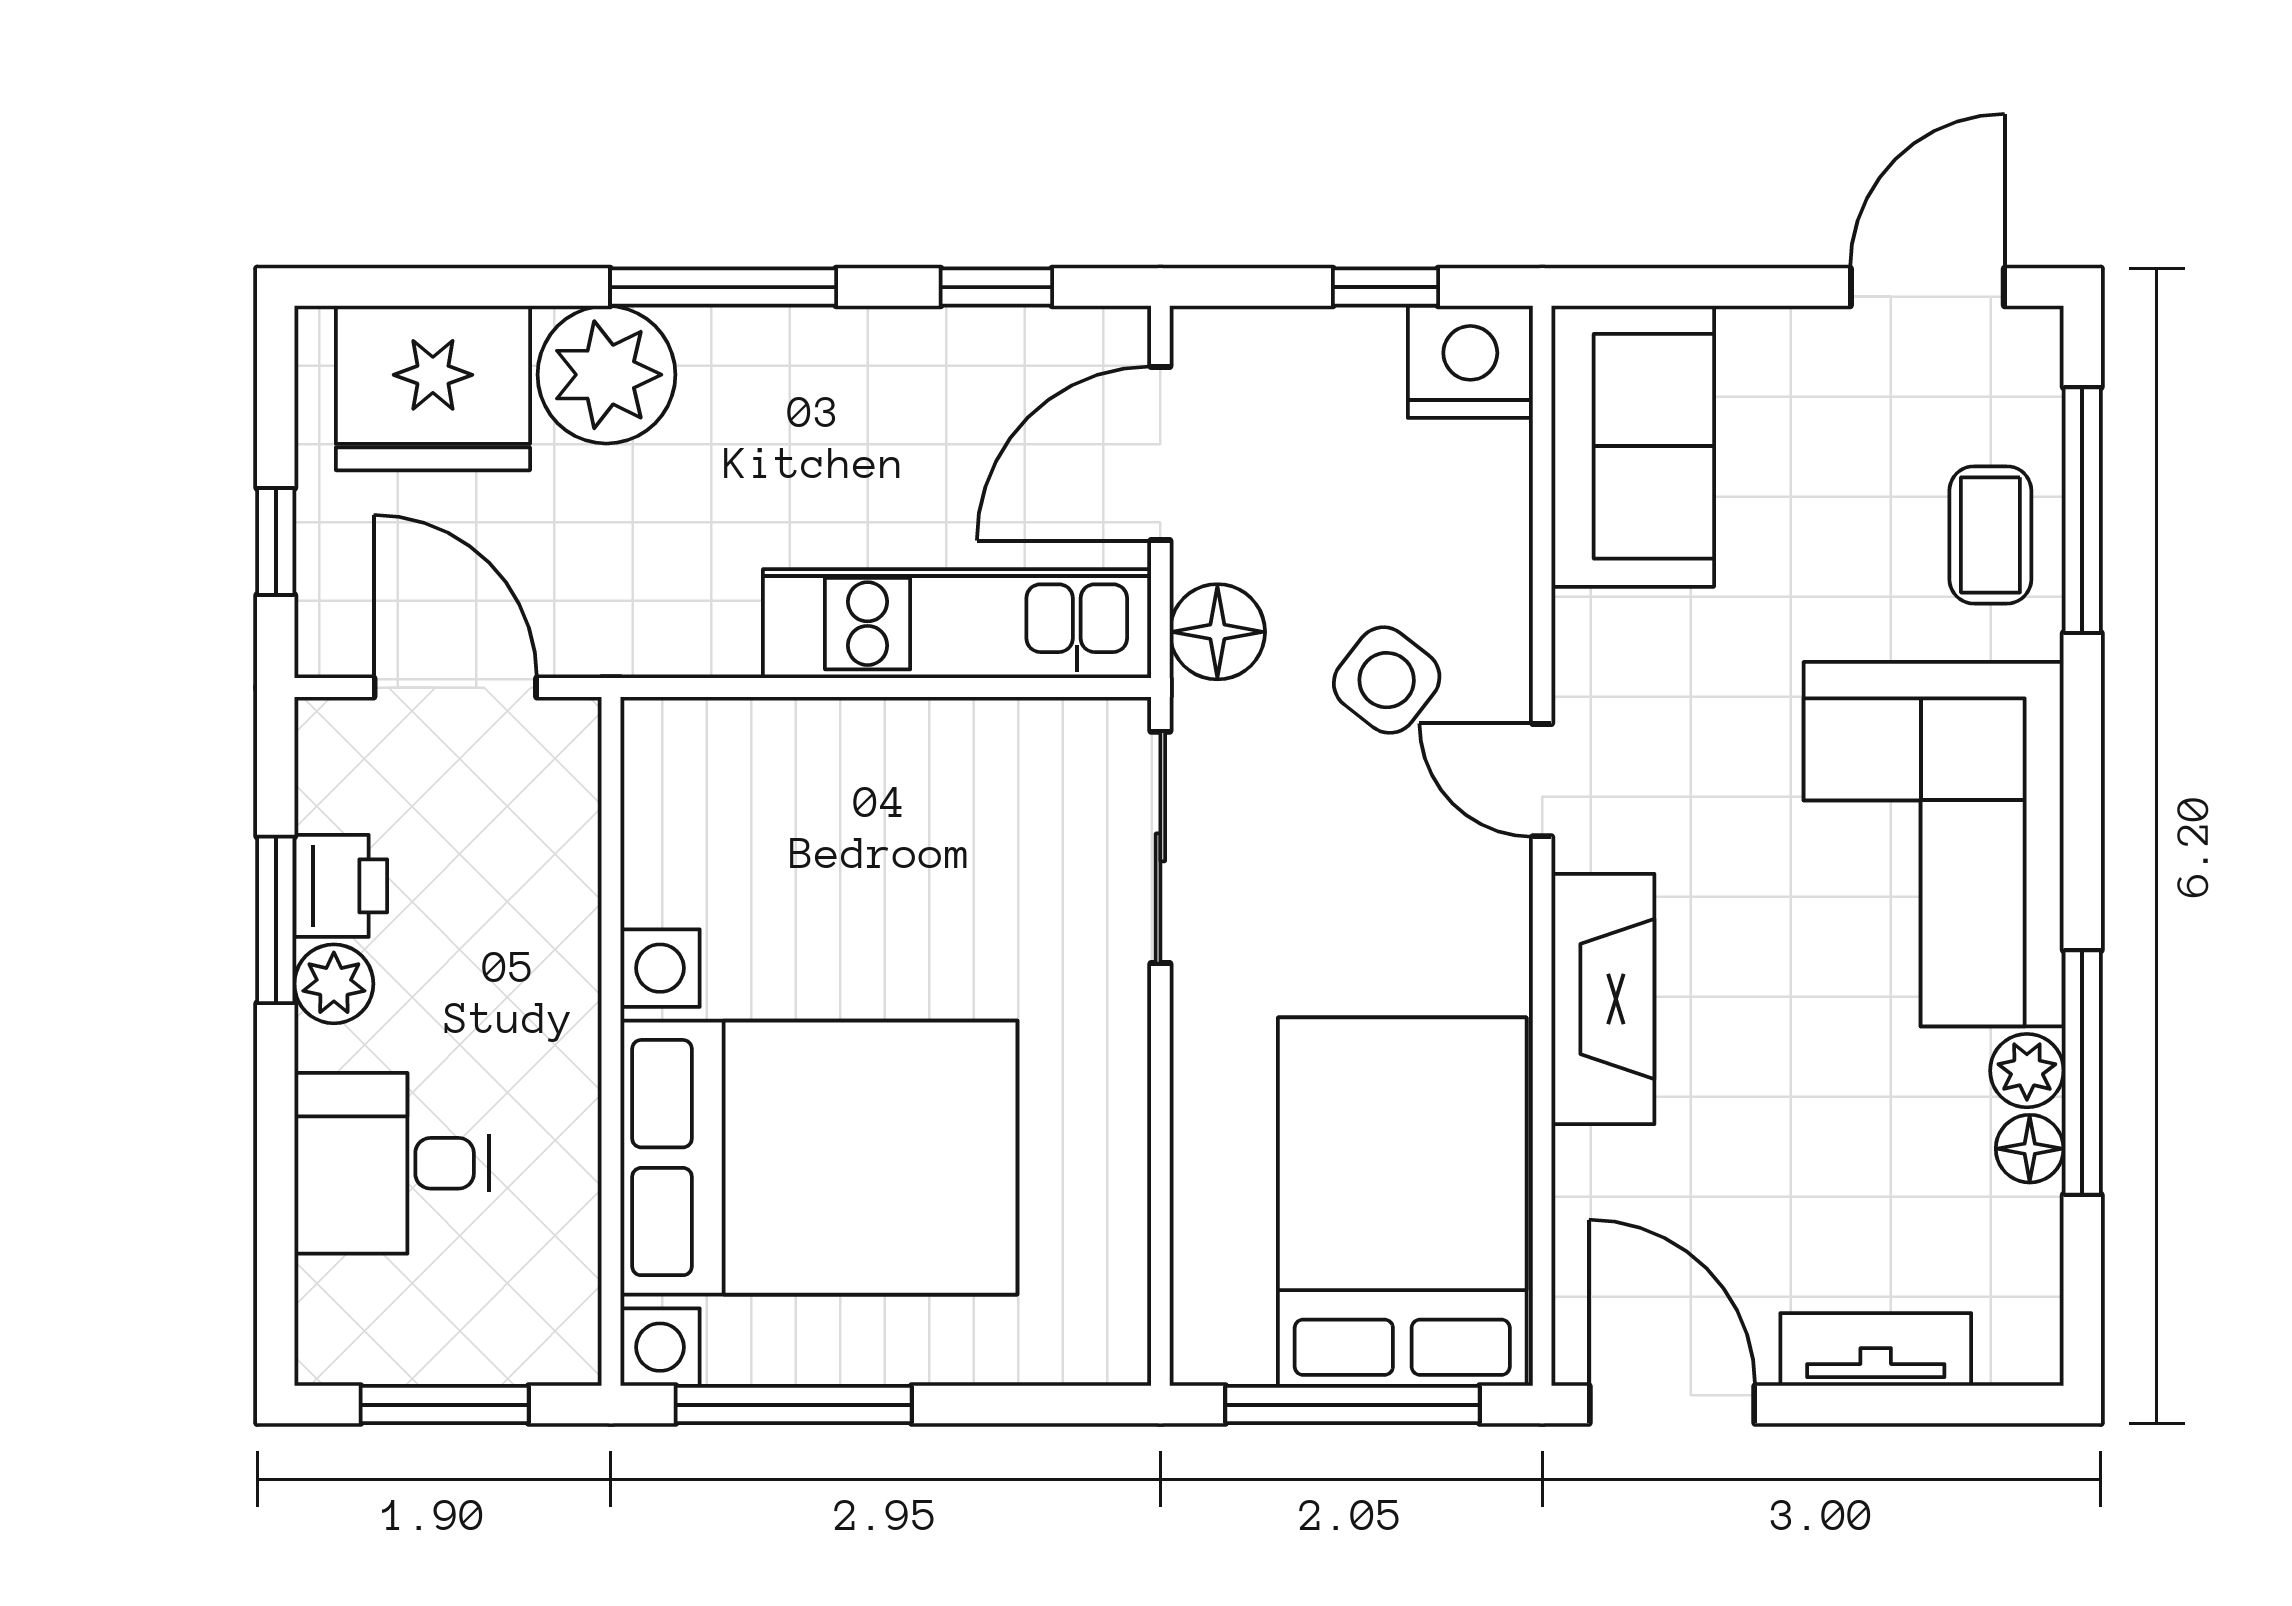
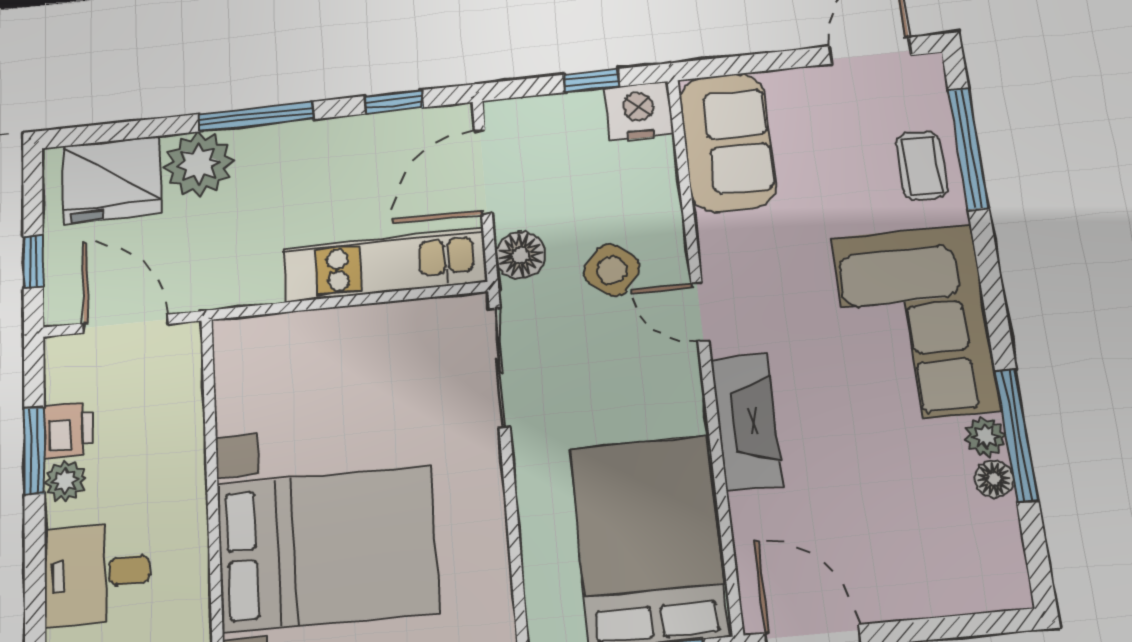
tv unit: (1876, 1349) -> (924, 598), removed

